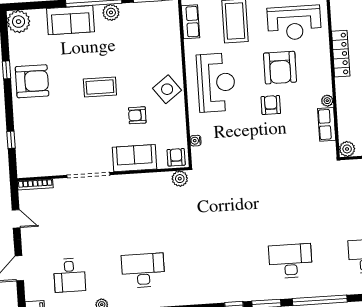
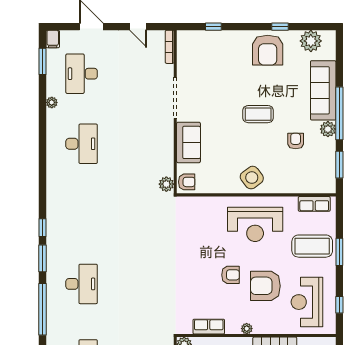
sofa: (71, 20) -> (323, 90), width x1.36
plant: (19, 22) -> (311, 41), moved
coffee table: (100, 87) -> (258, 114), turned 90
plant: (327, 101) -> (247, 329), moved
armchair: (137, 115) -> (296, 141), moved
water cooler: (196, 141) -> (201, 201), removed
door: (16, 219) -> (138, 27), hinge flipped
desk: (69, 275) -> (82, 74), width x1.37

